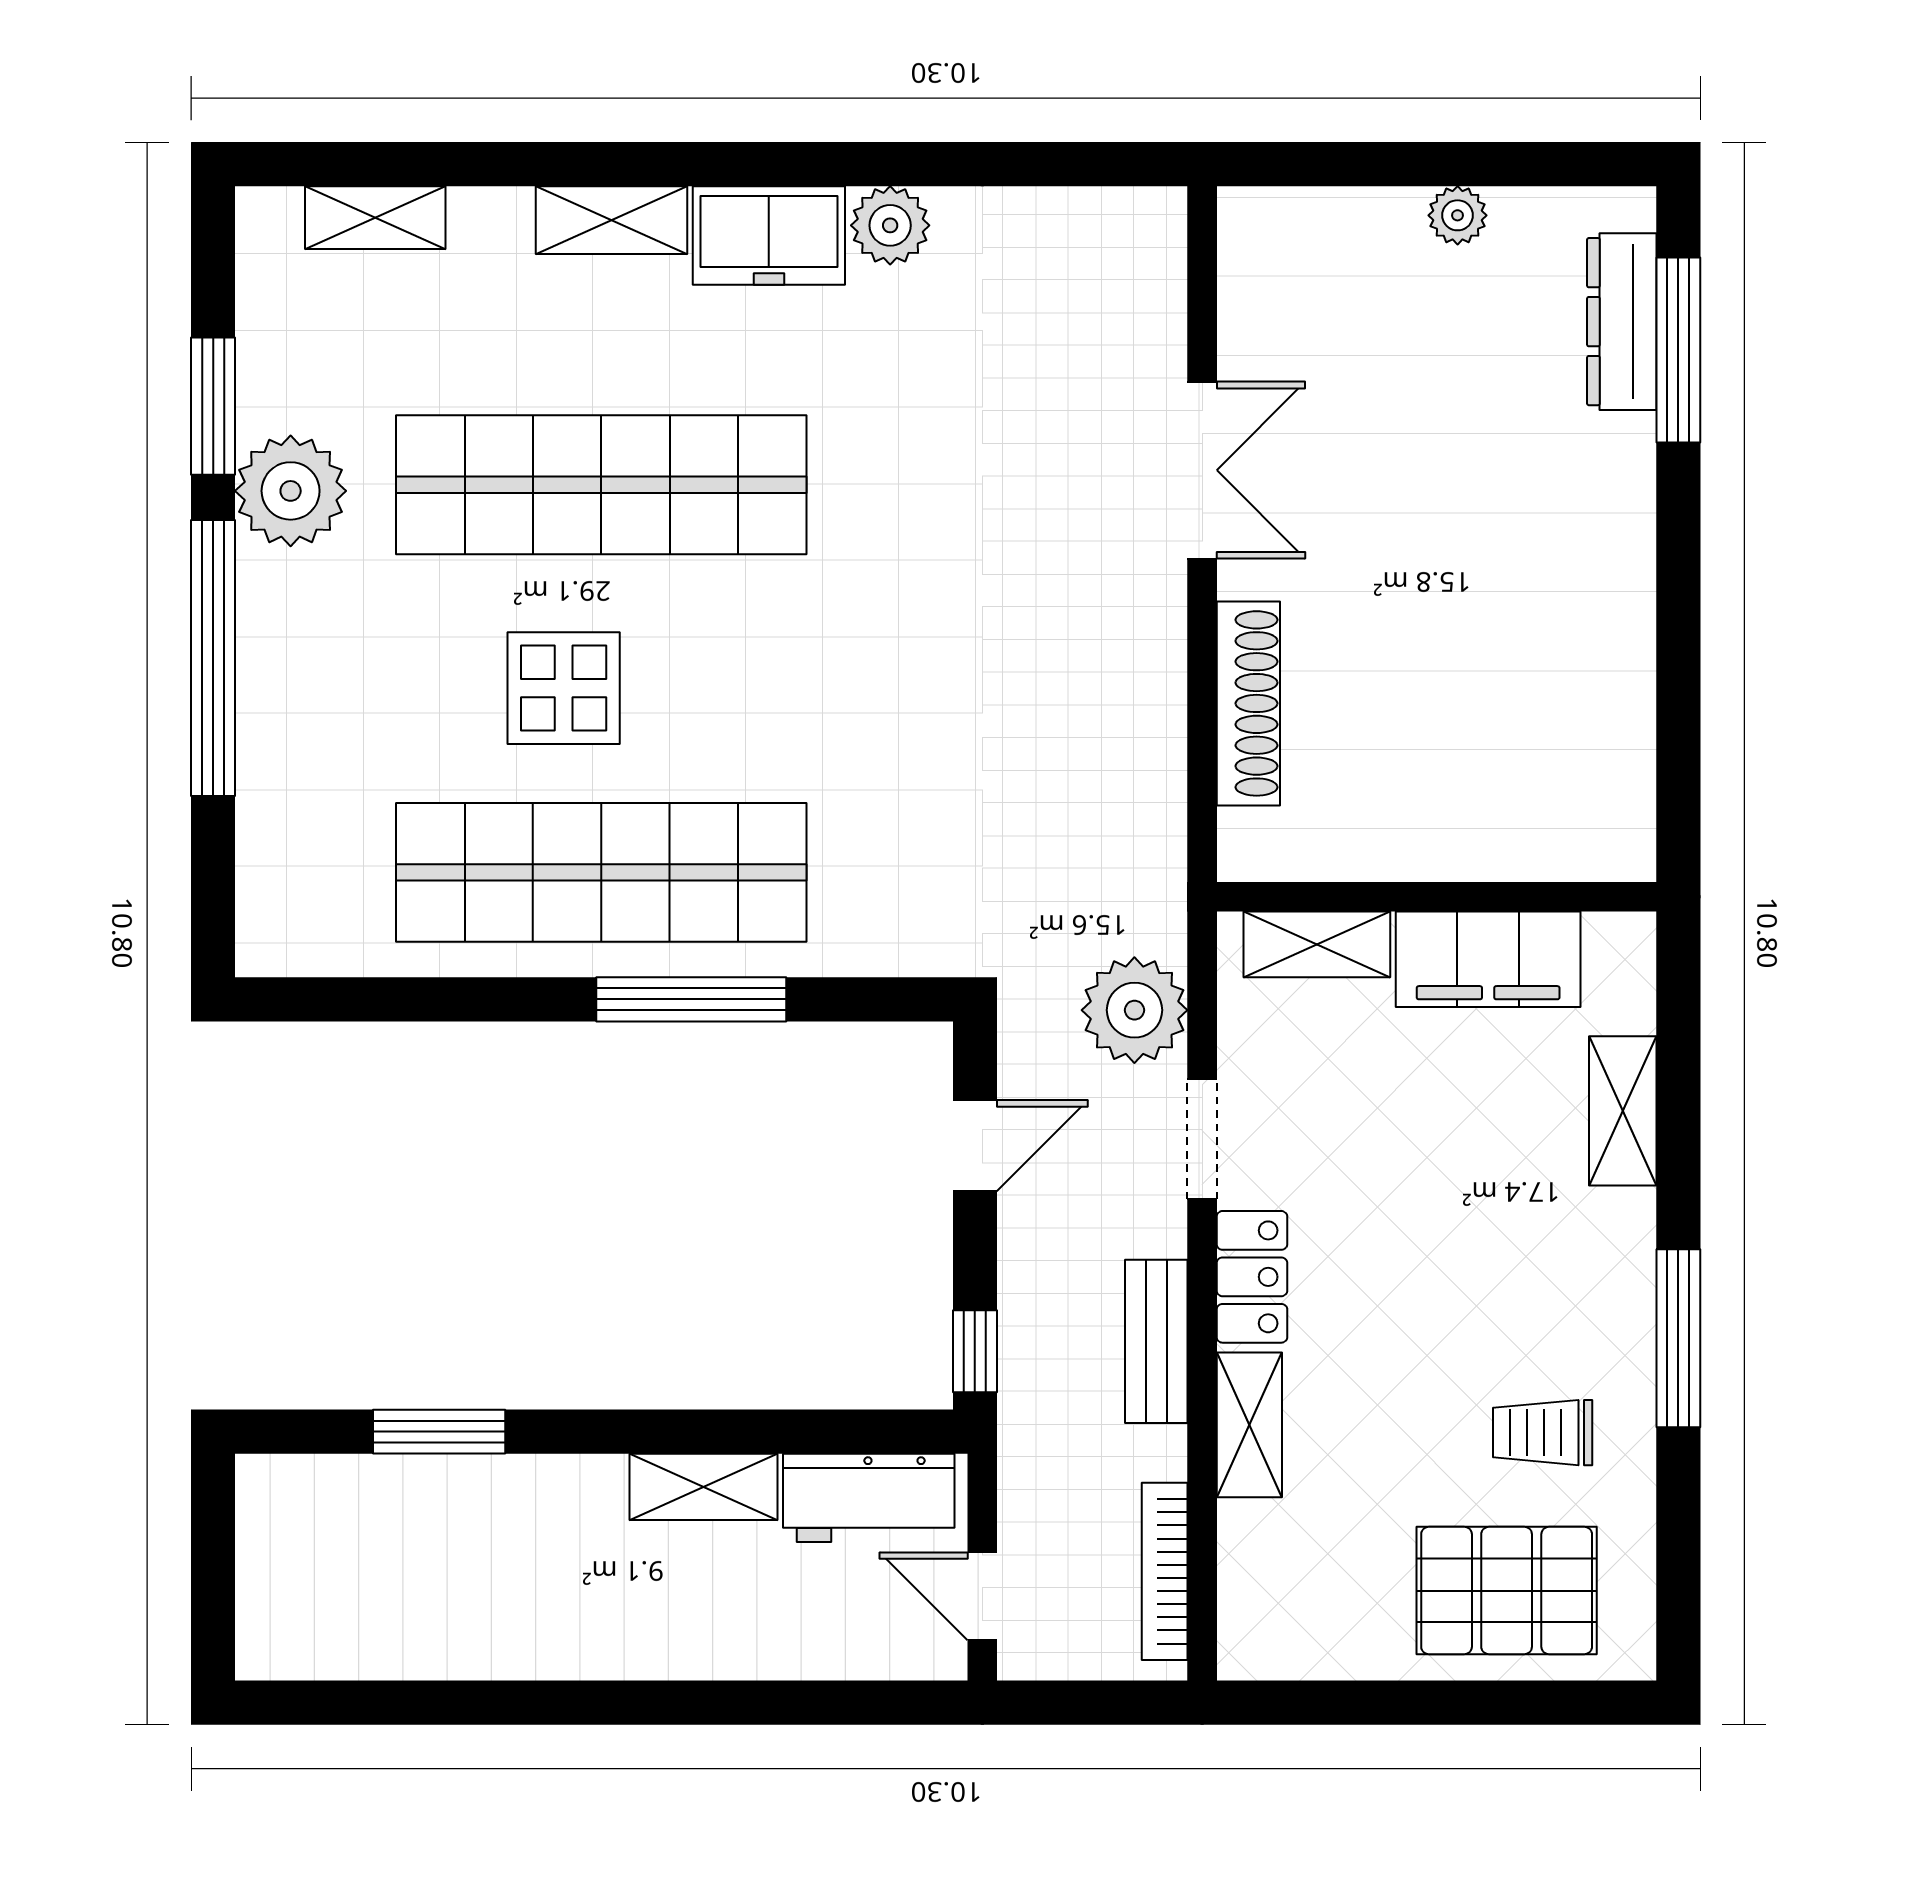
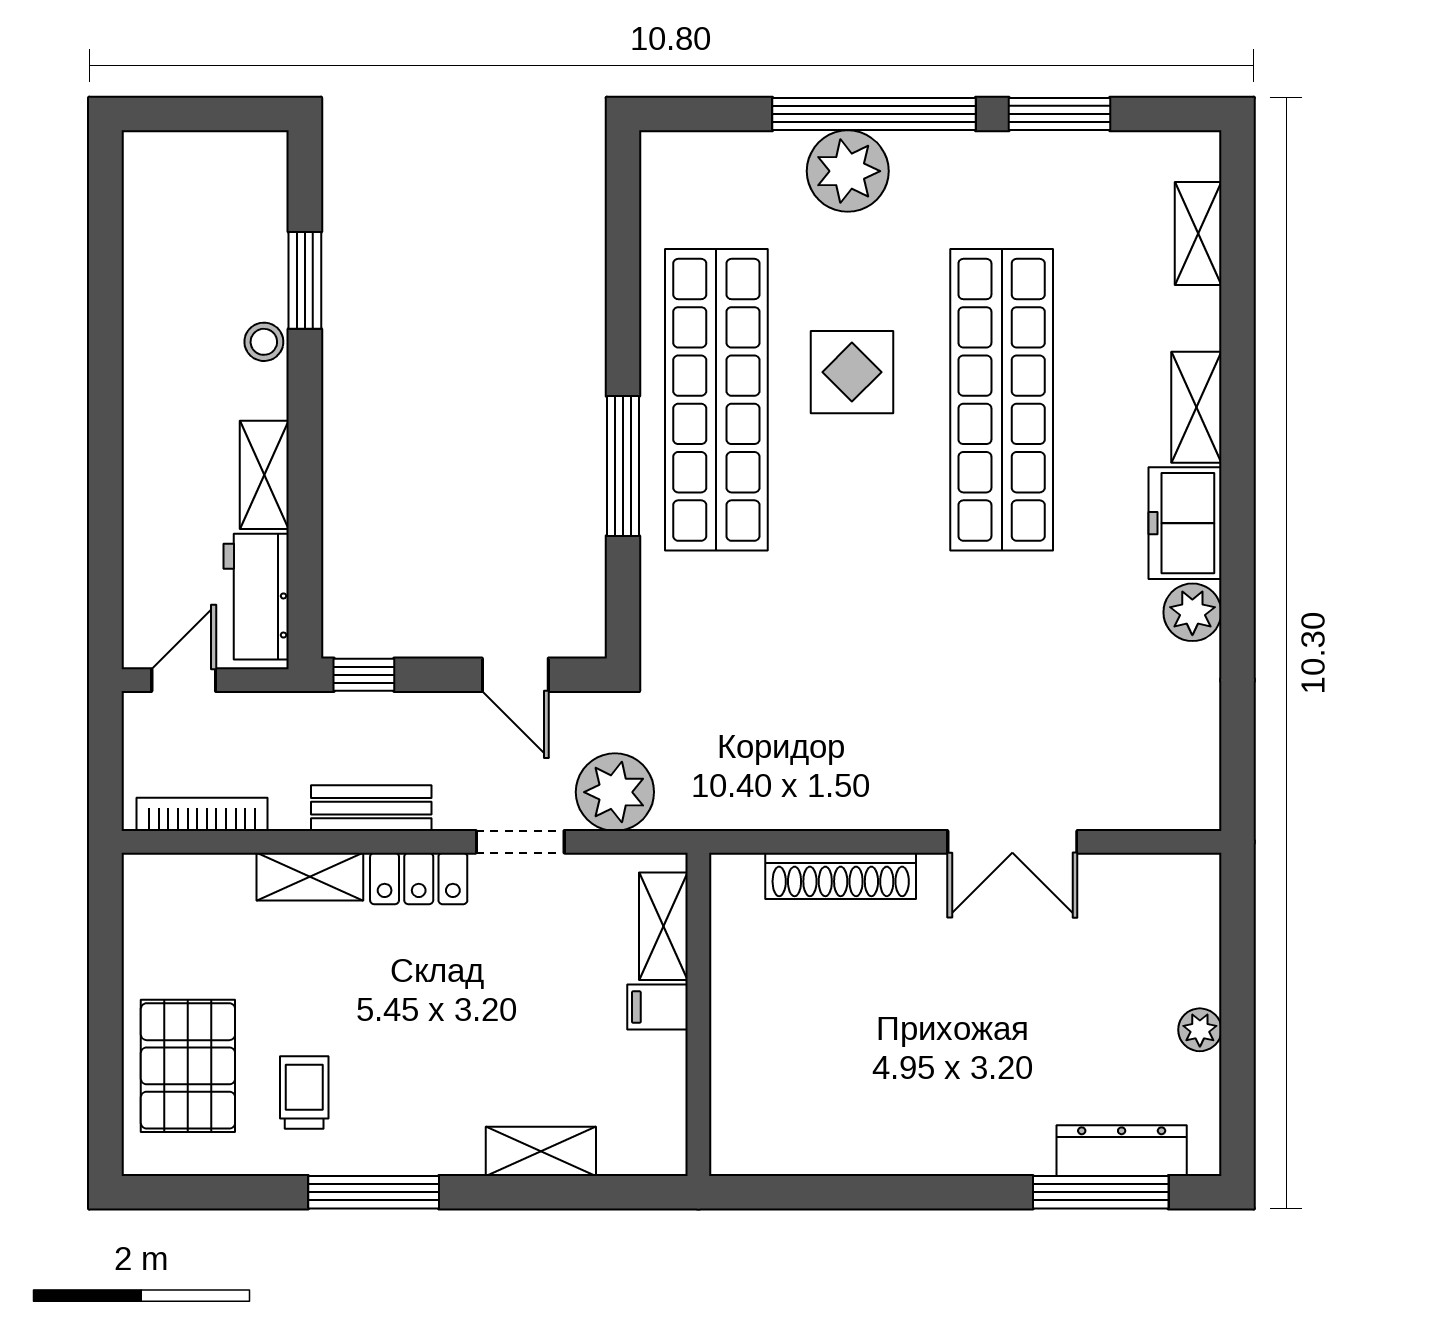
plant: (291, 491) -> (848, 171), moved
filing cabinet: (1488, 959) -> (657, 1007), width x0.33, depth x0.86
stool: (523, 1487) -> (264, 342), added

